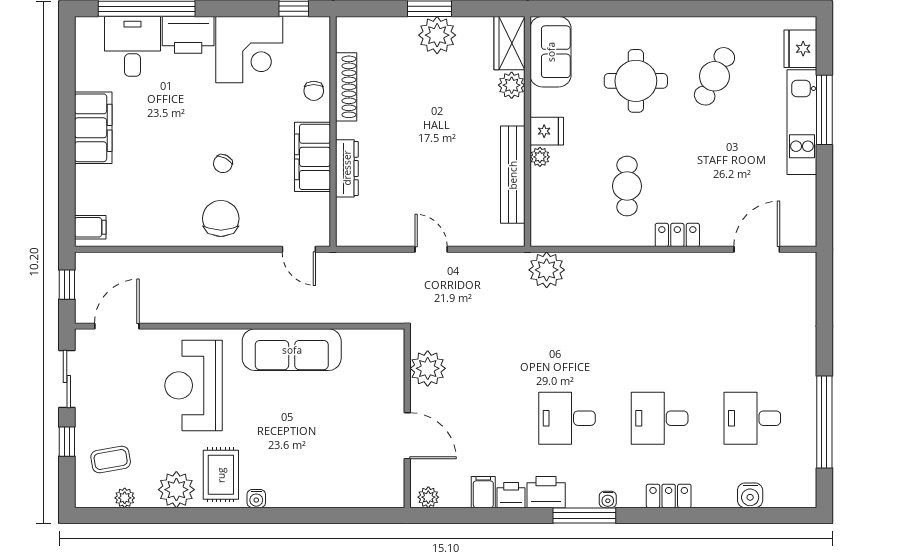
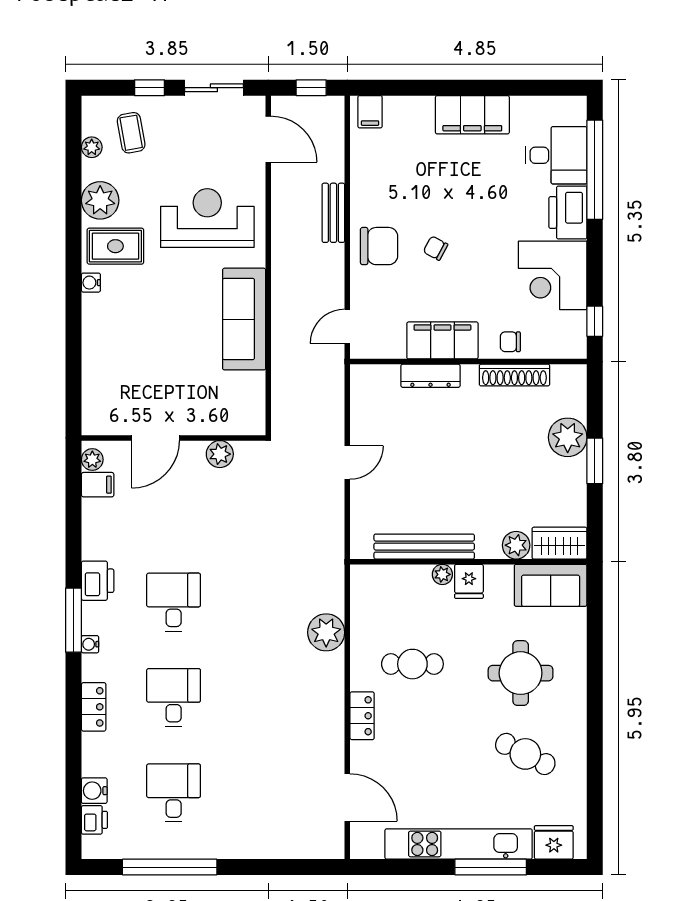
plant: (437, 35) -> (568, 437), moved
kitchen unit: (802, 122) -> (459, 844), width x1.36
bench: (188, 263) -> (333, 213), added
plant: (547, 270) -> (326, 632), moved
plant: (428, 368) -> (220, 454), width x0.73, depth x0.73
filing cabinet: (483, 492) -> (98, 485), moved
printer: (511, 495) -> (94, 820), moved

